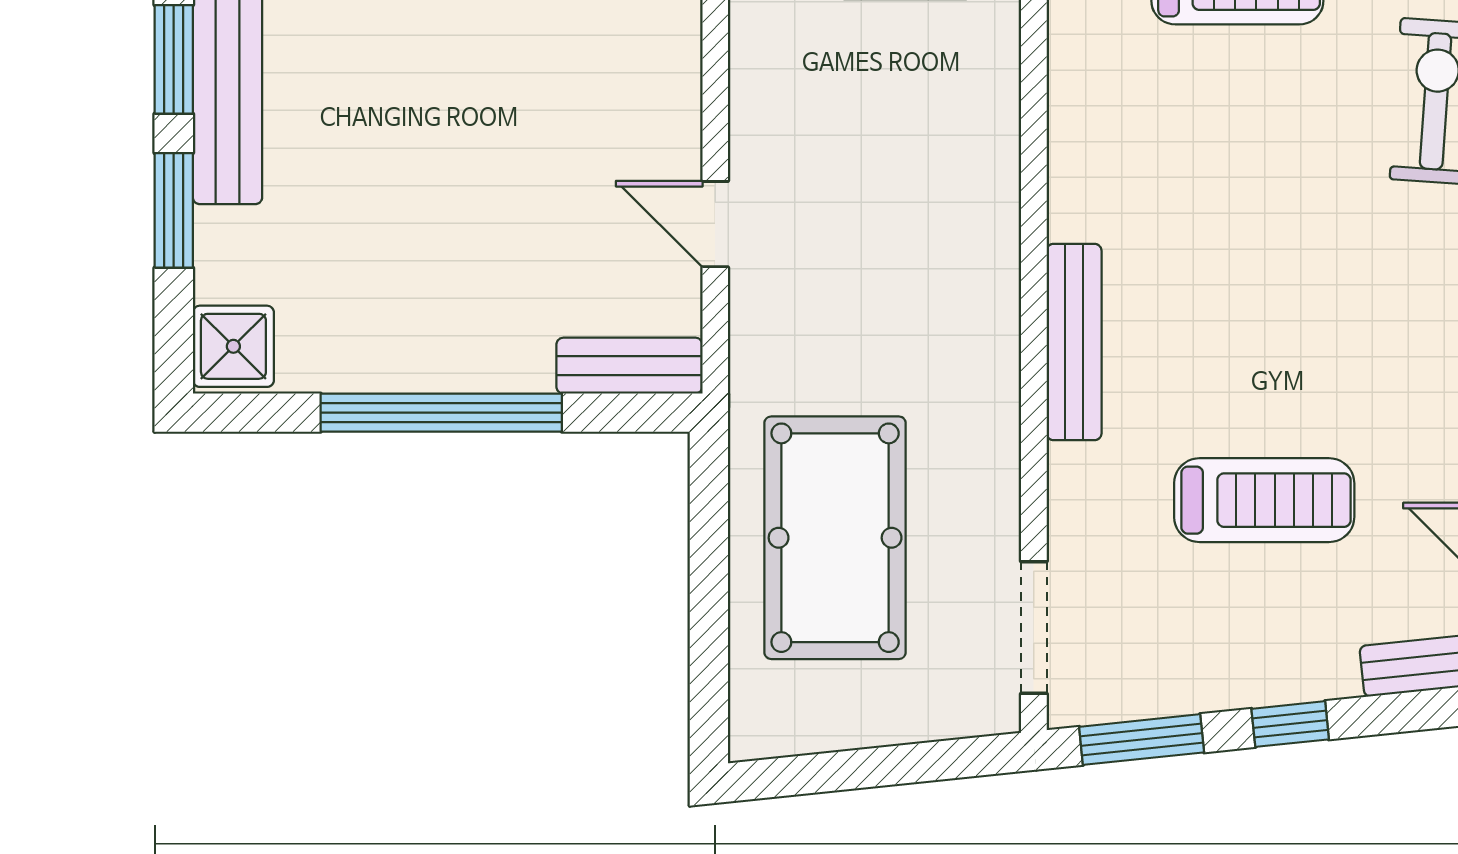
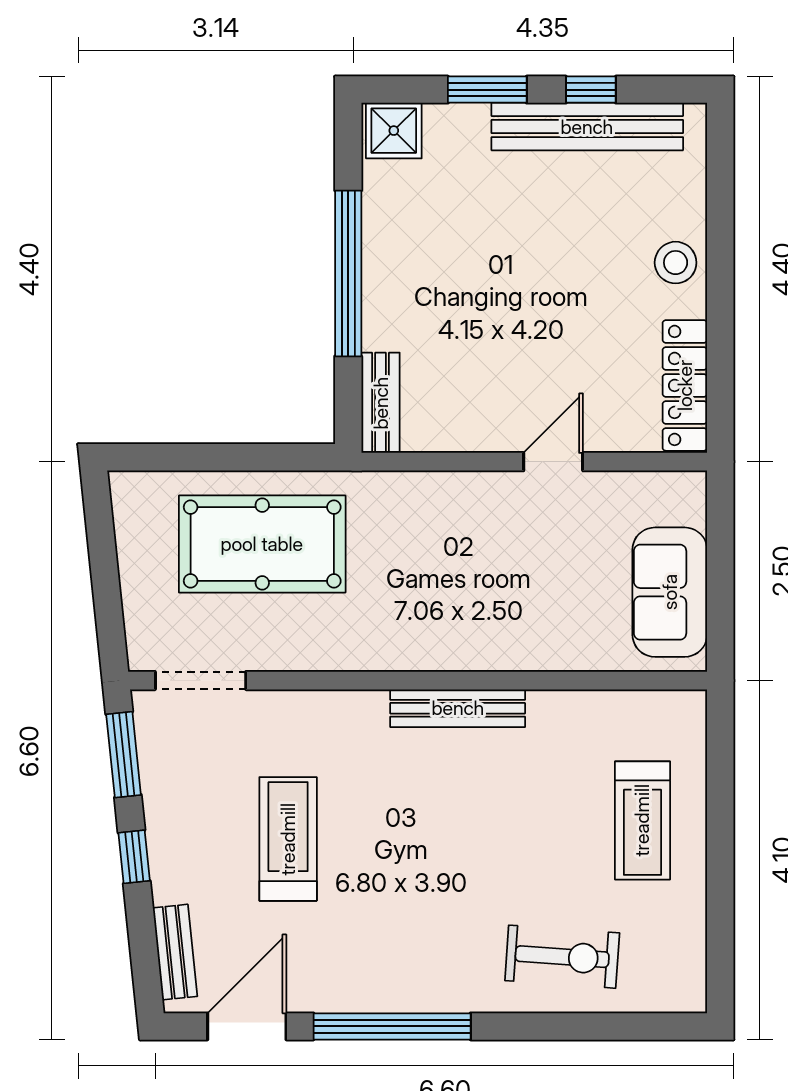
window: (174, 59) -> (591, 90), width x0.67
door: (715, 224) -> (553, 462), moved
bench: (1074, 342) -> (458, 708), moved
treadmill: (1264, 500) -> (288, 839), turned 180

